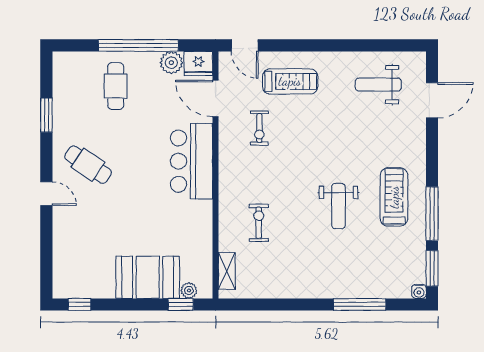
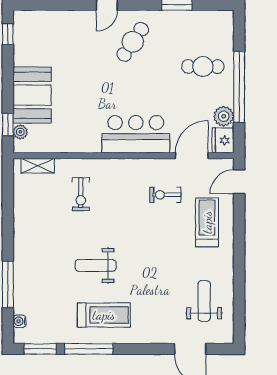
treadmill: (290, 81) -> (207, 222), turned 180
exercise bike: (259, 223) -> (81, 194), turned 90
water cooler: (419, 291) -> (20, 321), moved

